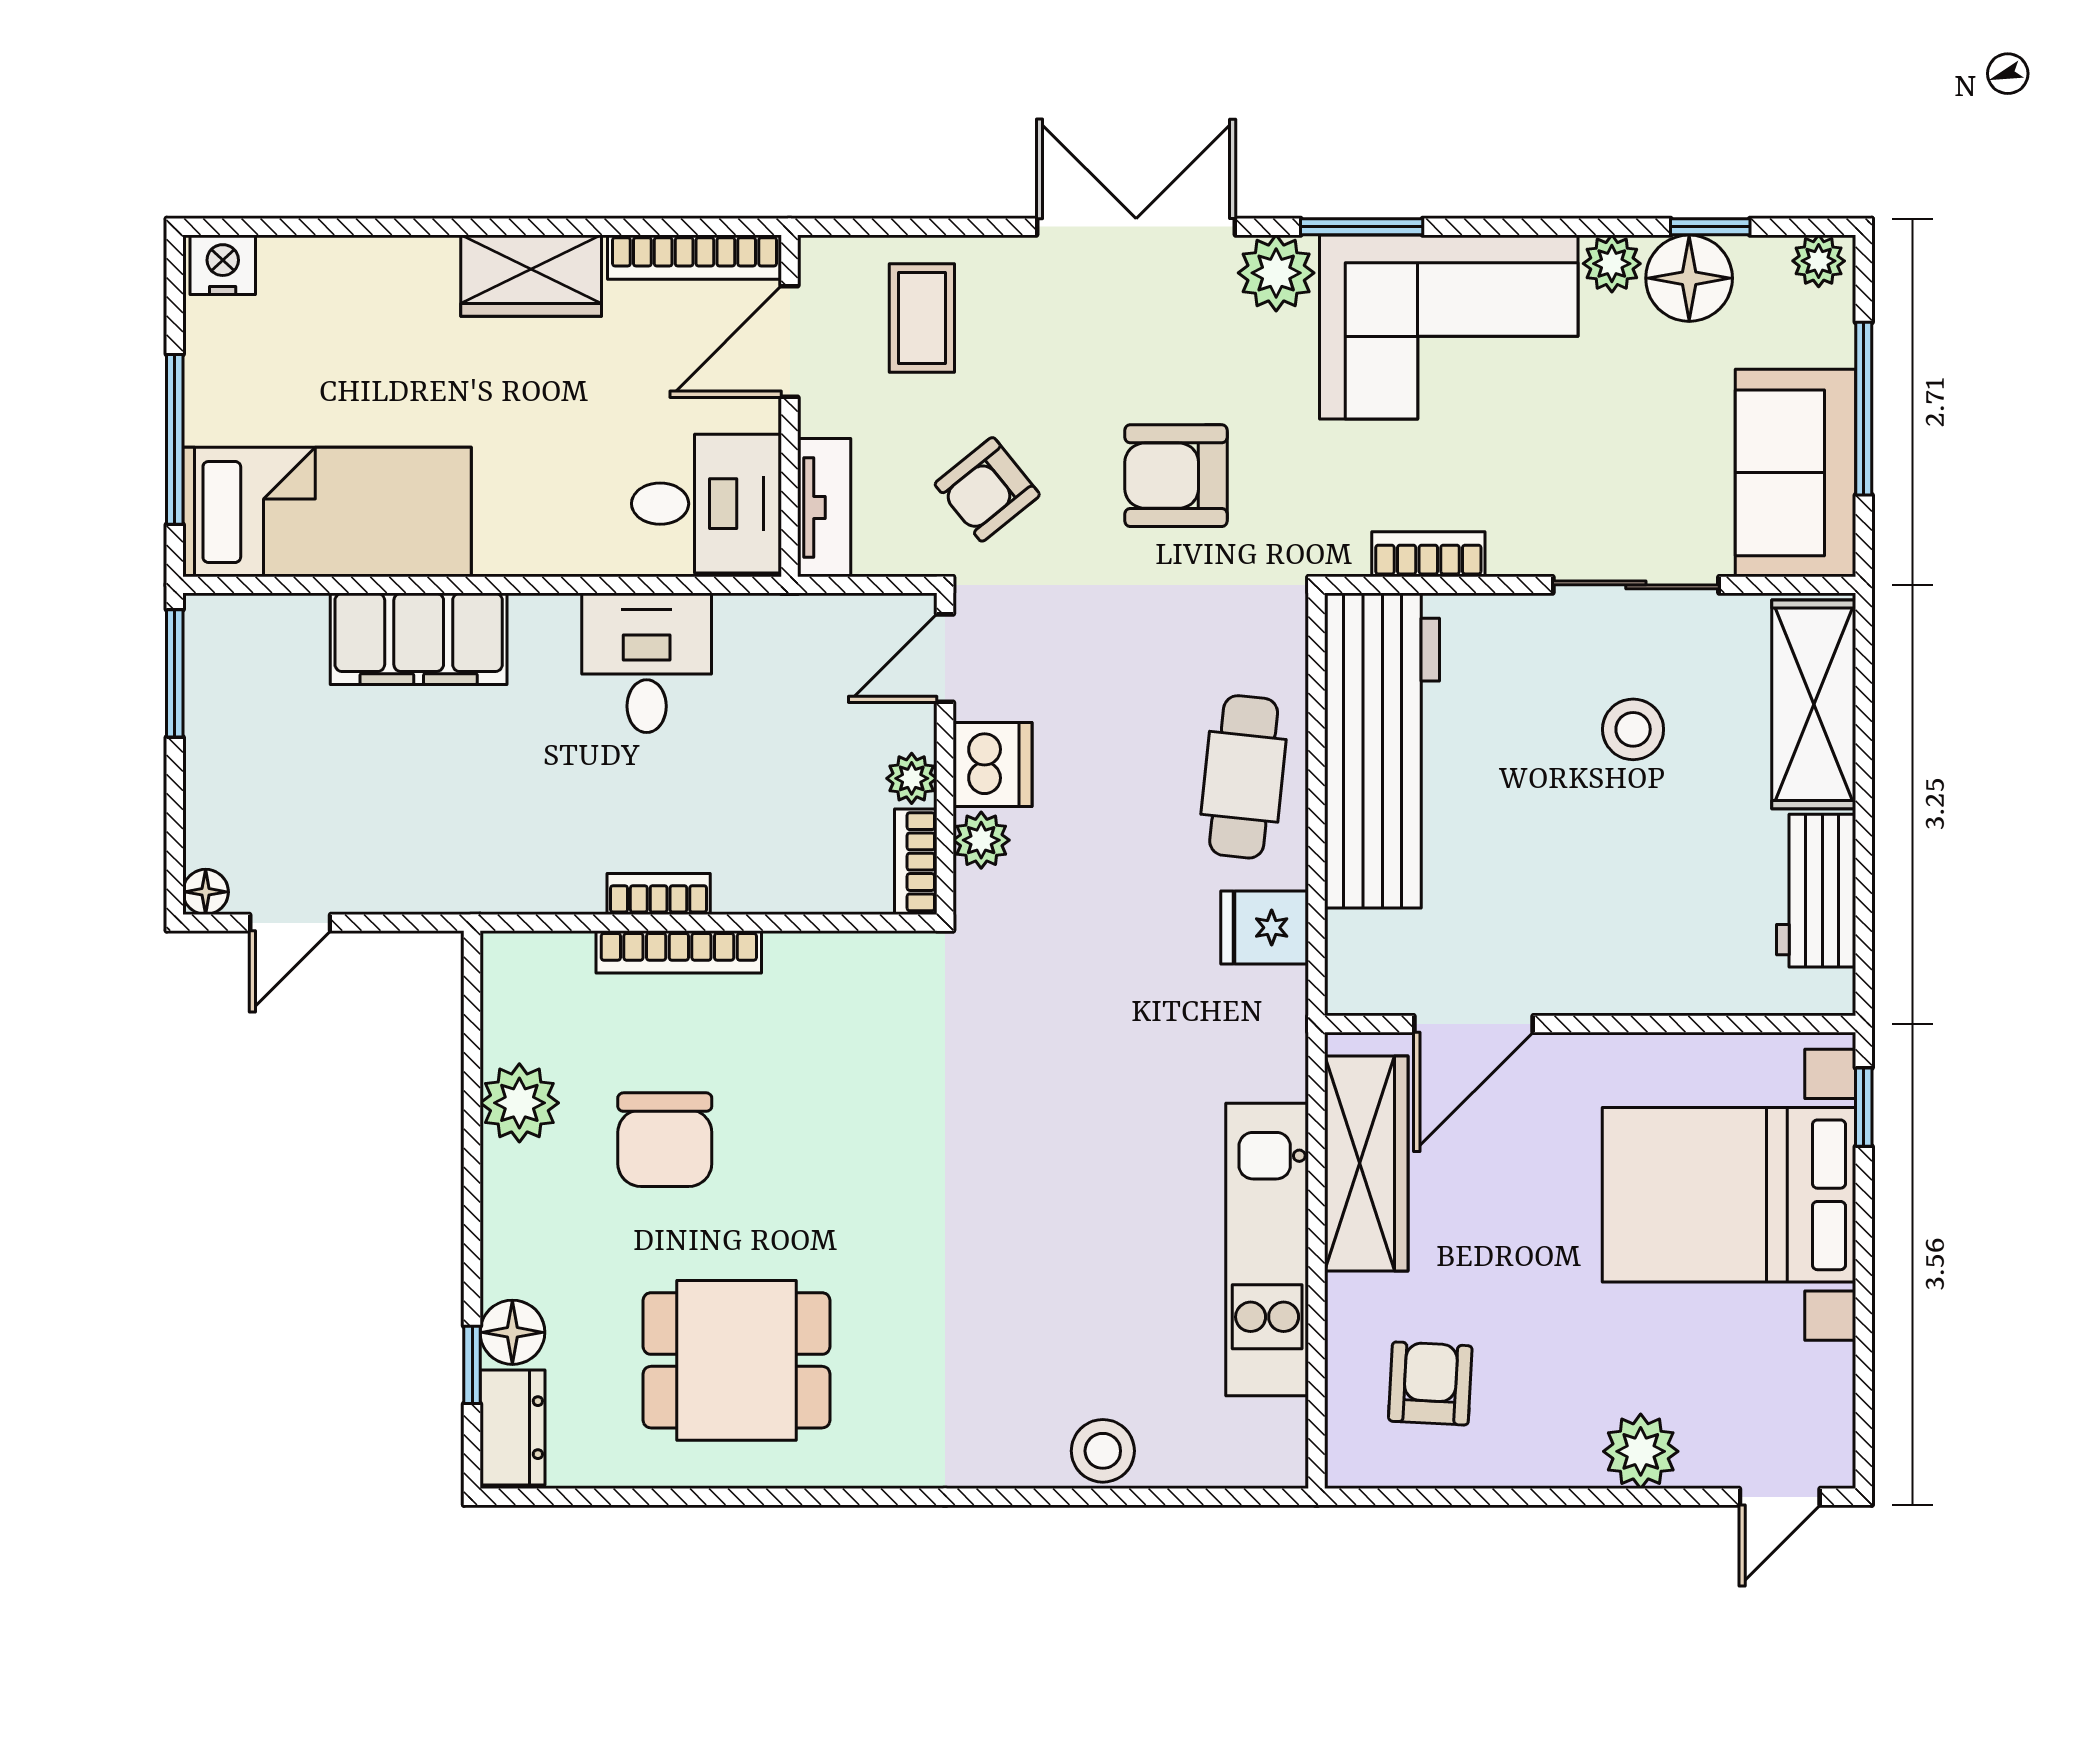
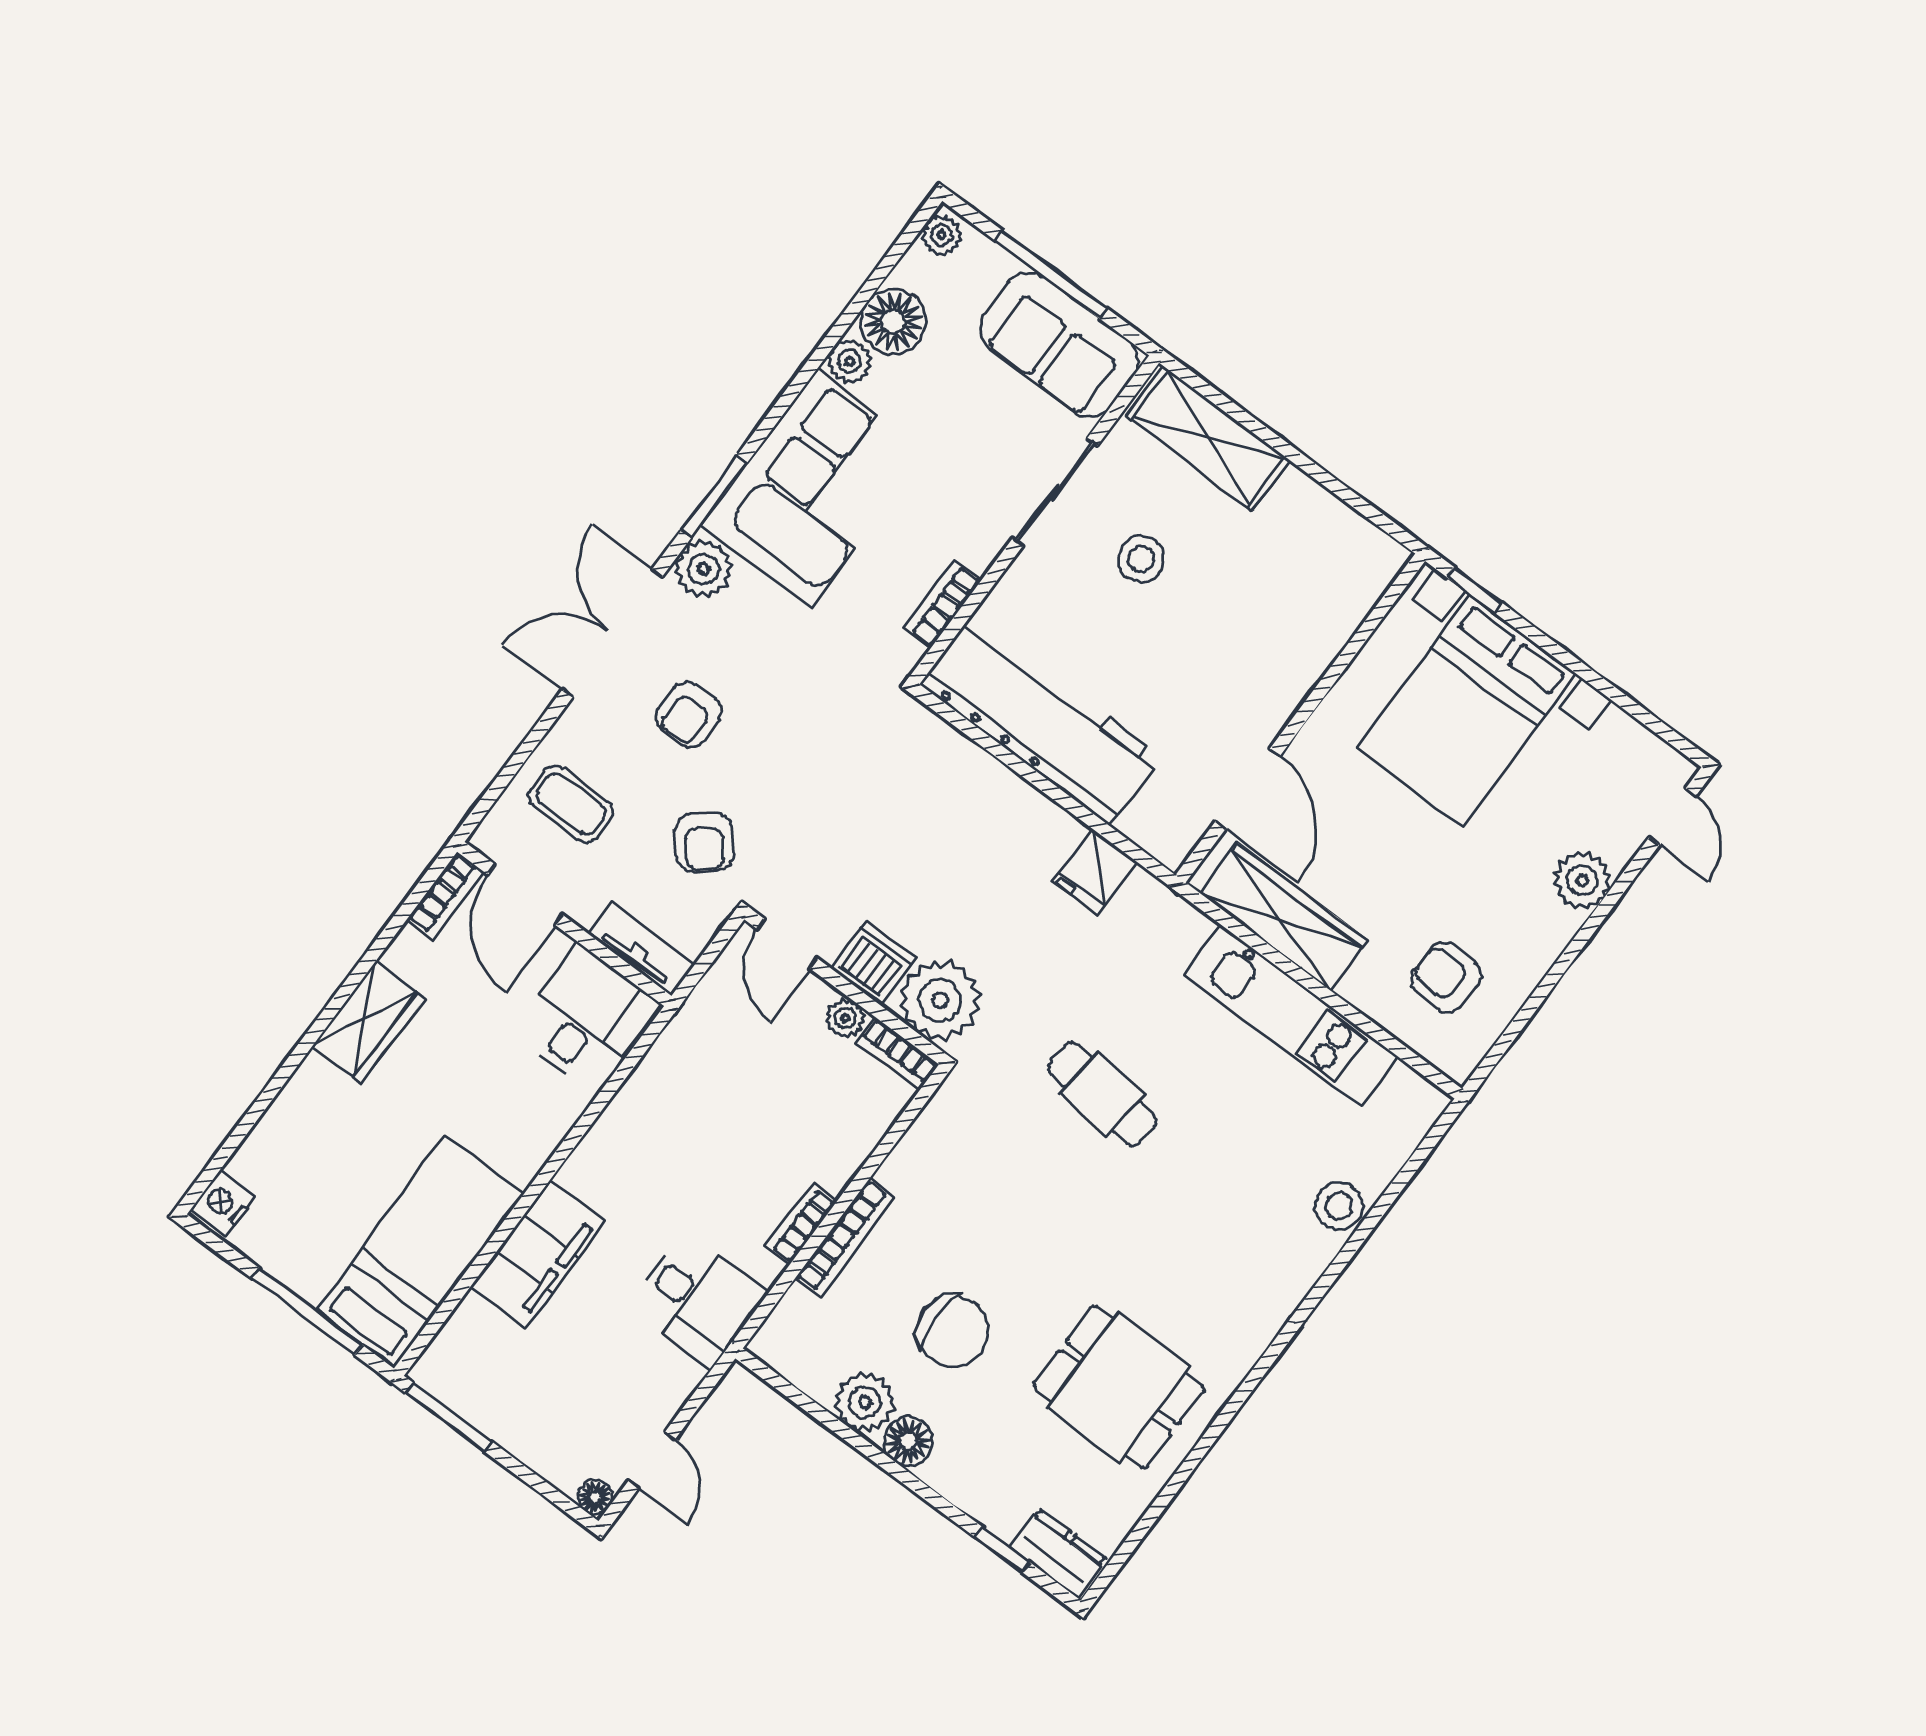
window: (1710, 227) -> (872, 285), removed
bookcase: (694, 257) -> (445, 895), width x0.64
armchair: (1176, 476) -> (689, 714), moved, width x0.72, depth x0.72
desk: (647, 663) -> (697, 1300), moved, turned 180
cafe table: (1244, 777) -> (1103, 1094), moved
plant: (981, 840) -> (940, 1000), width x1.88, depth x1.88
workbench: (1816, 891) -> (1322, 521), removed
floor lamp: (512, 1332) -> (908, 1441), moved
dining table: (737, 1360) -> (1119, 1387), turned 90

